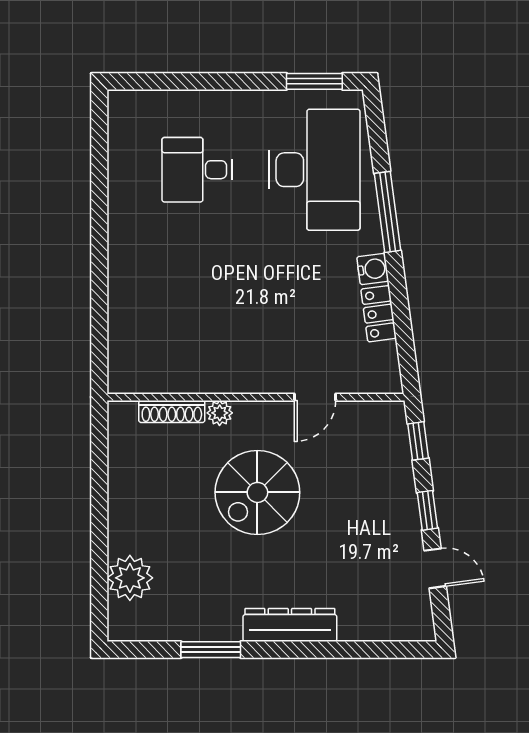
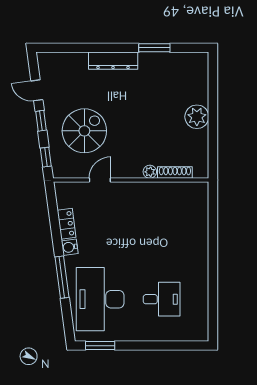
spiral stairs: (257, 492) -> (84, 131), moved
plant: (130, 578) -> (197, 117), moved

